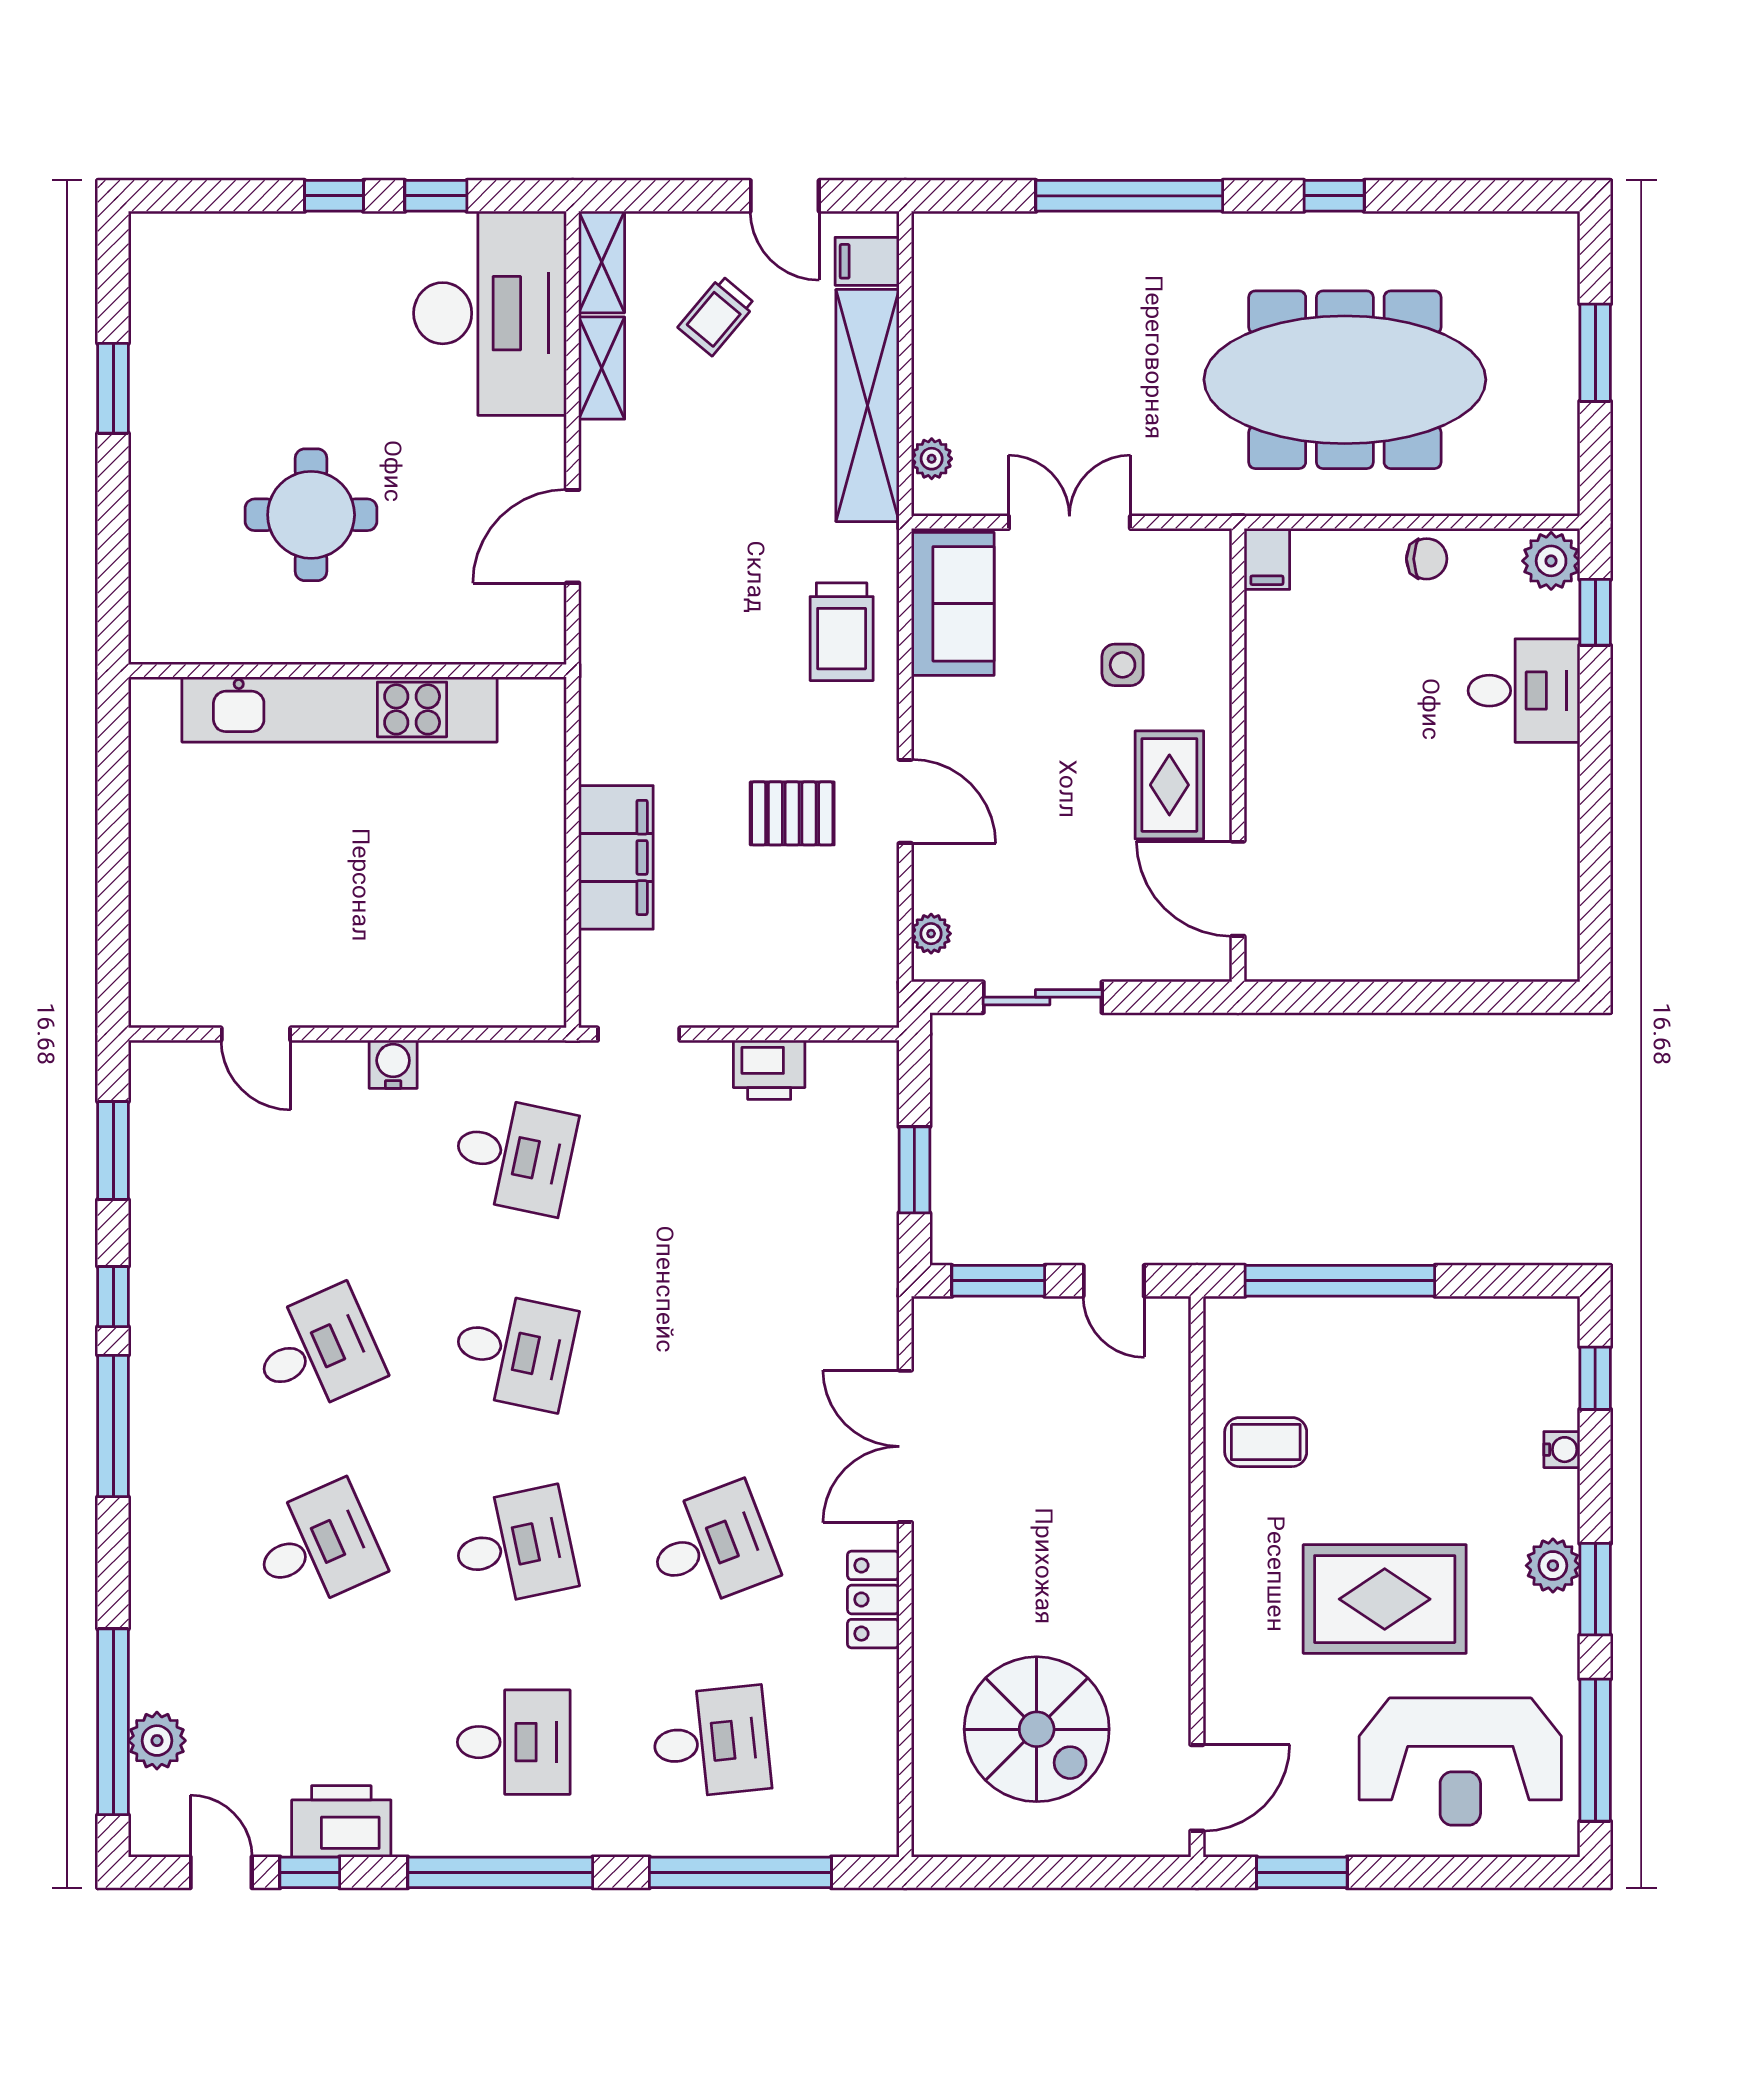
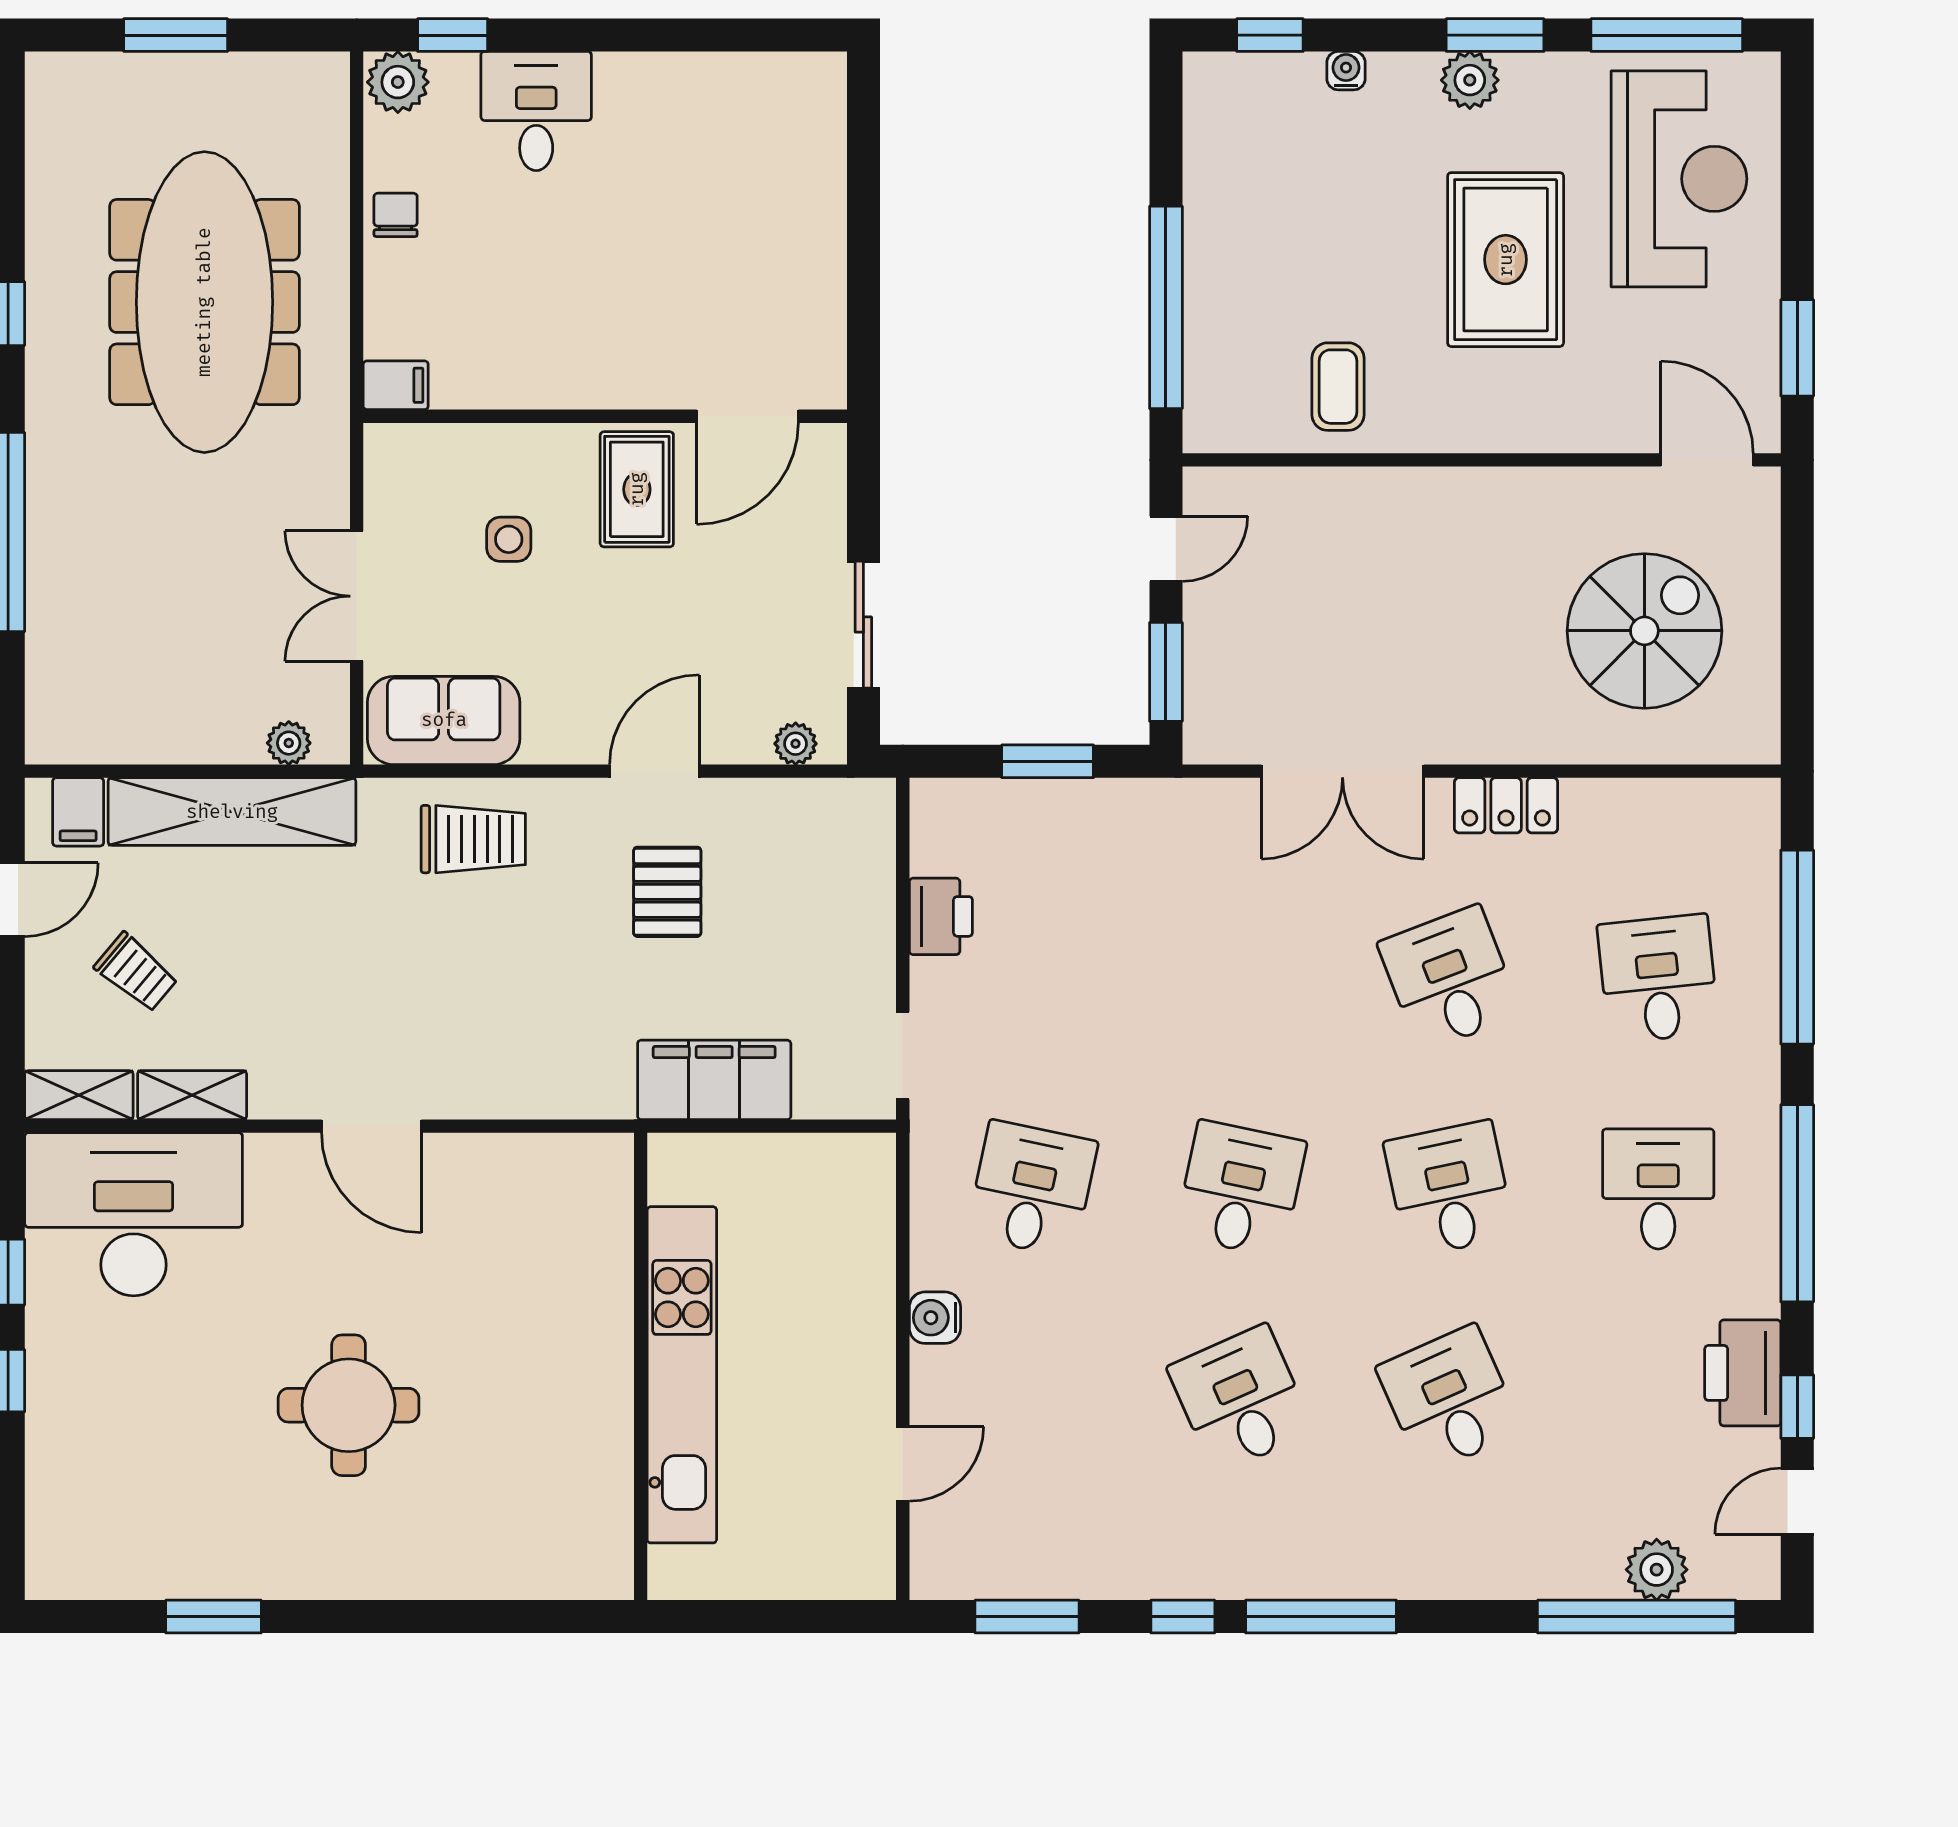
wall: (347, 671) -> (641, 1366), moved
kitchen unit: (340, 709) -> (682, 1375), moved
rug: (1169, 785) -> (637, 489), turned 90

